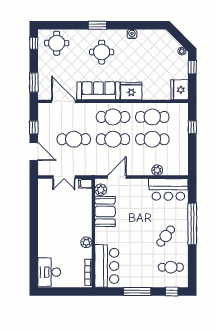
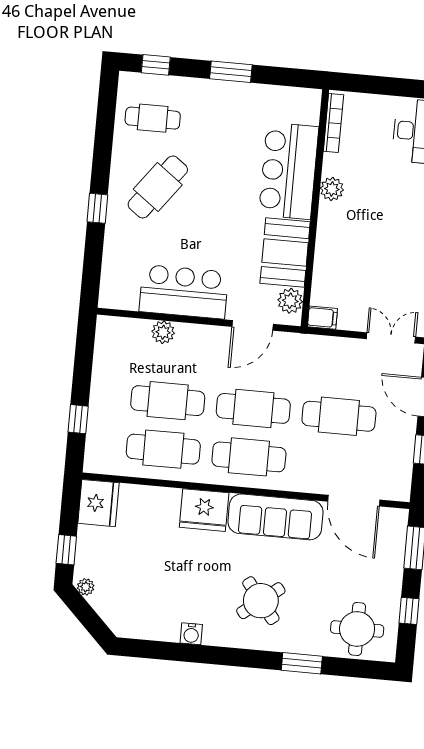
window: (98, 25) -> (302, 663), moved
window: (34, 43) -> (409, 611), moved
round table: (102, 52) -> (261, 601), turned -38
double door: (64, 177) -> (391, 338), moved
bar counter: (168, 189) -> (184, 292), moved
window: (192, 224) -> (97, 208), width x0.32
cafe table: (166, 236) -> (158, 187), width x1.37, depth x1.35
bar counter: (107, 266) -> (289, 171), moved
window: (137, 291) -> (231, 72), width x0.69

